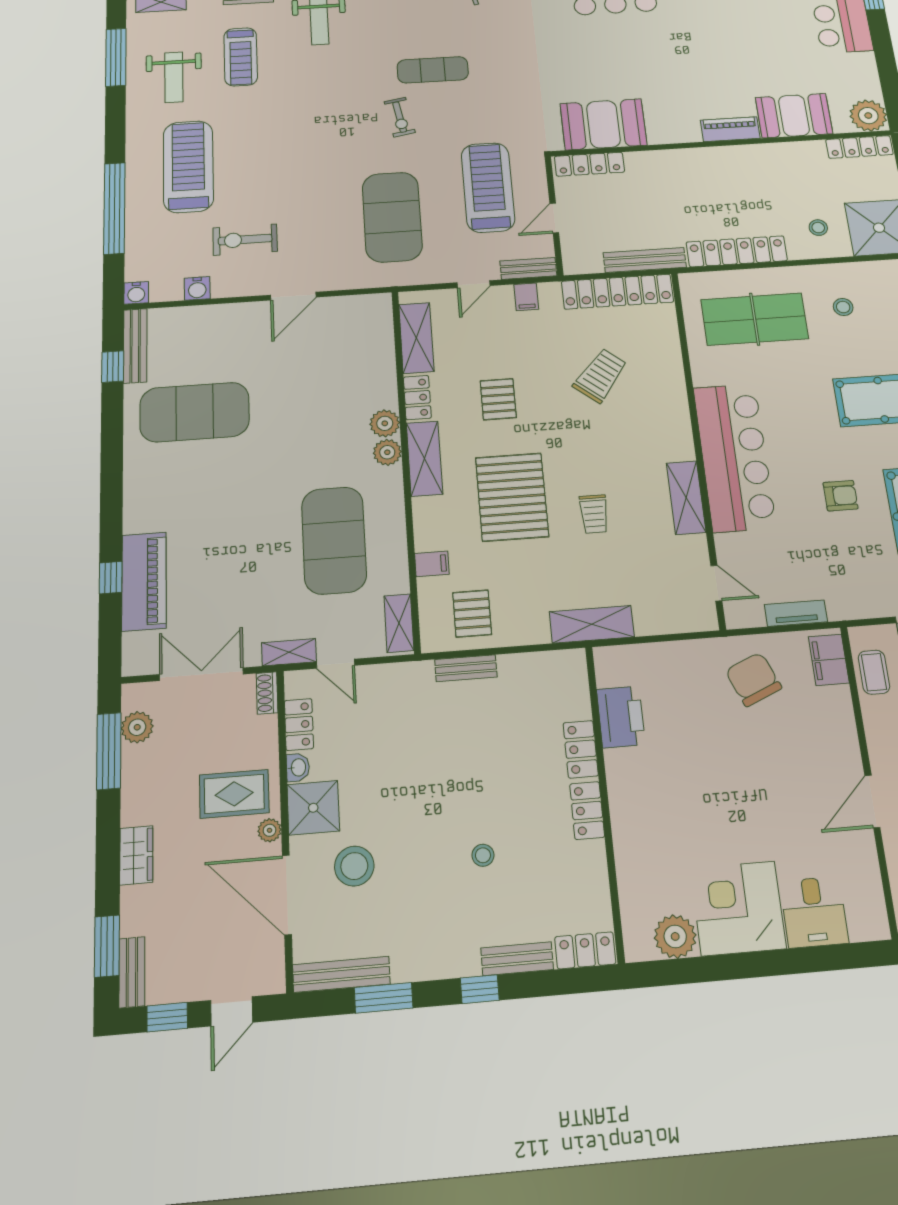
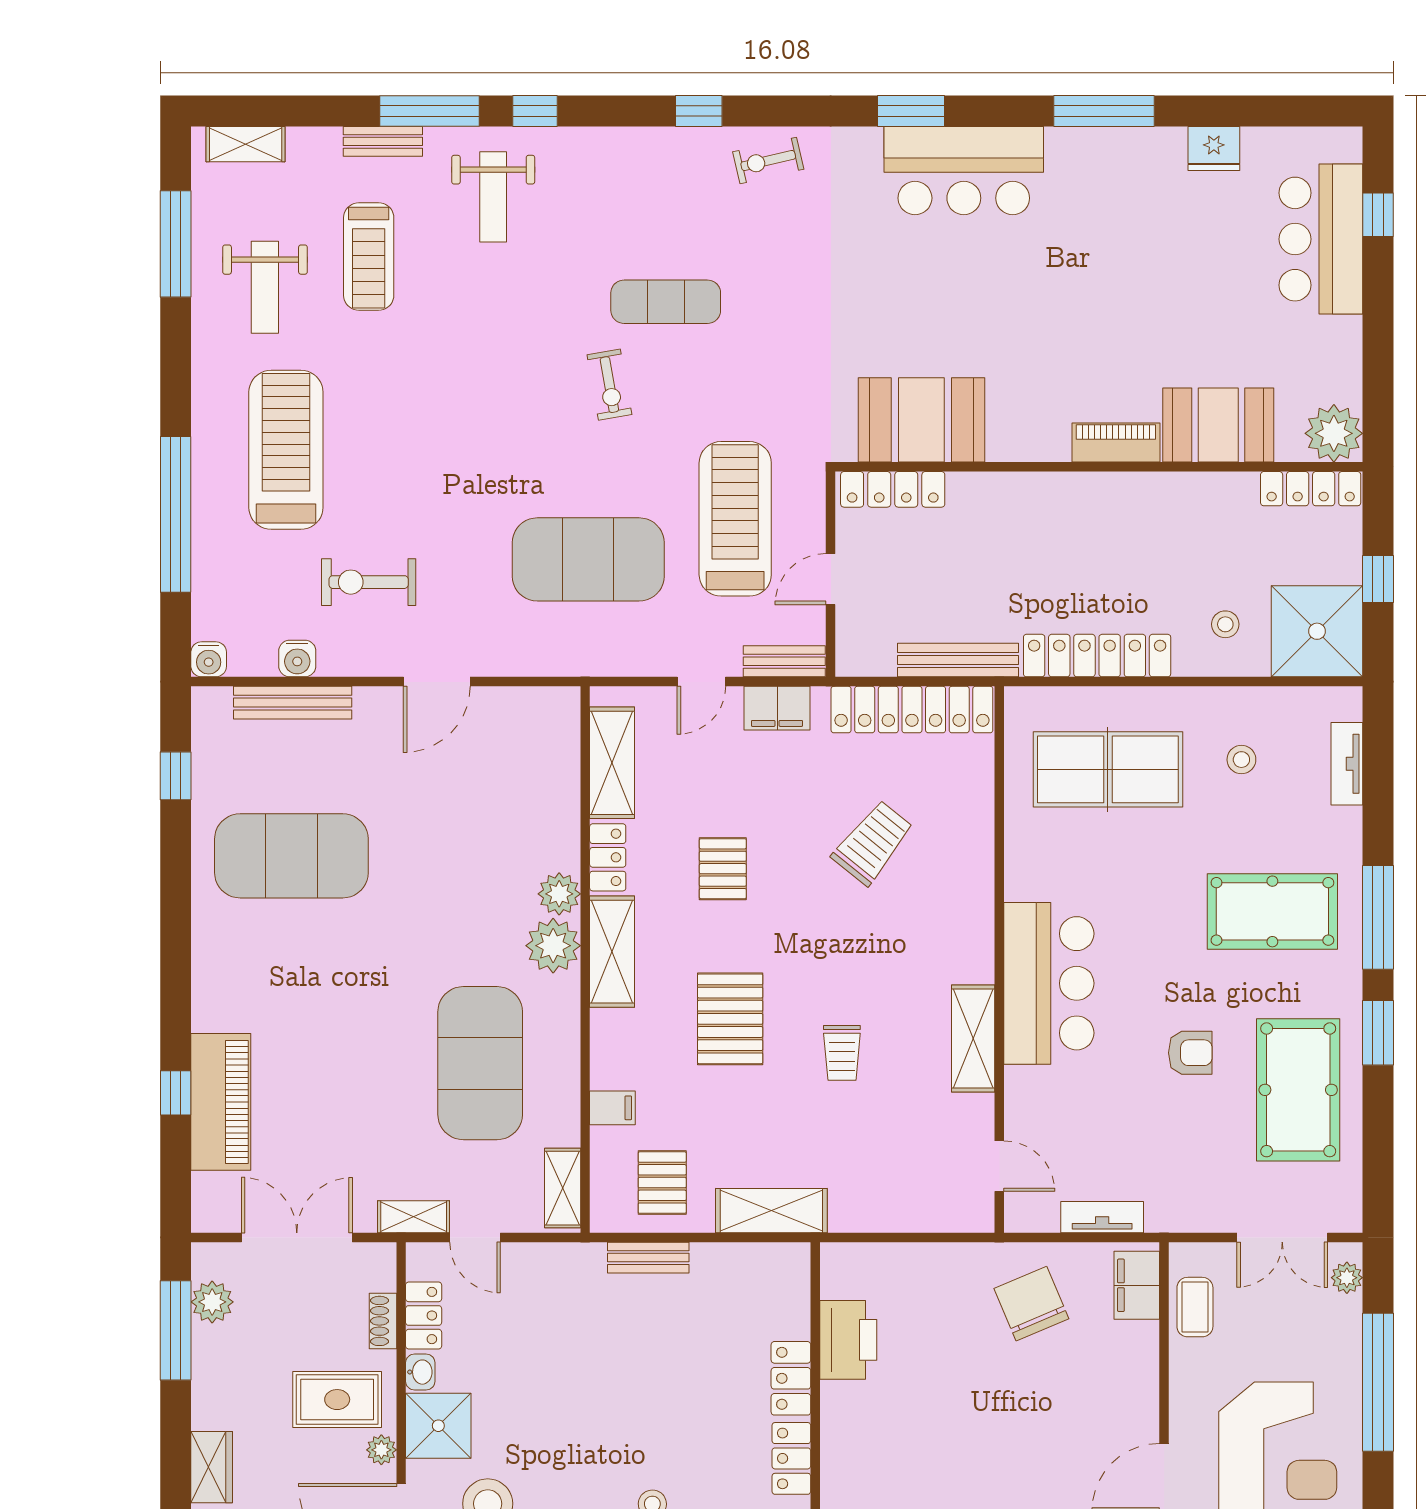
exercise mat: (392, 217) -> (588, 559), turned 90
filing cabinet: (526, 297) -> (777, 708), width x2.00
bench: (135, 346) -> (293, 703), moved, turned 90
plant: (387, 452) -> (553, 946), width x1.36, depth x1.36
bar counter: (734, 457) -> (1049, 983), width x0.73
pallet: (512, 497) -> (730, 1019), width x0.73, depth x0.71
shelving: (592, 624) -> (771, 1211), moved
shoe rack: (267, 693) -> (383, 1321), moved

